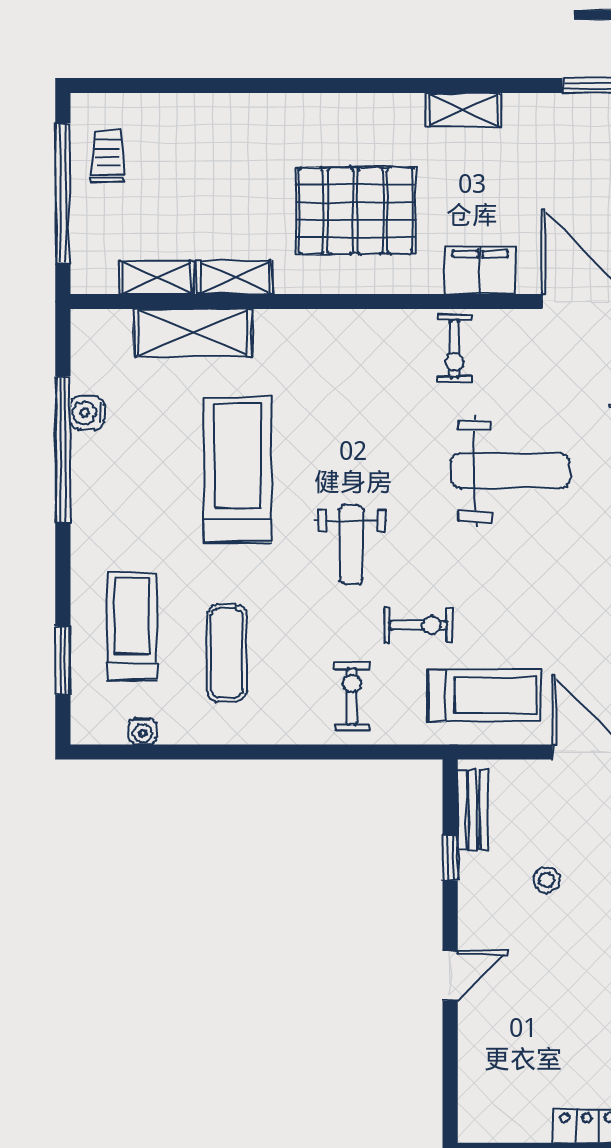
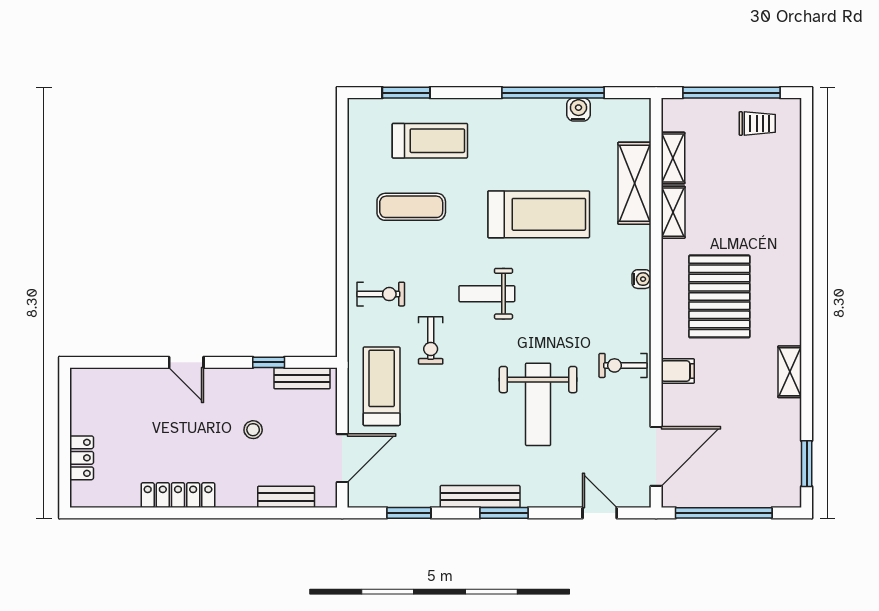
filing cabinet: (480, 270) -> (678, 371), width x0.50
treadmill: (484, 695) -> (382, 386), turned 180
water cooler: (143, 731) -> (642, 279), moved, turned 180

